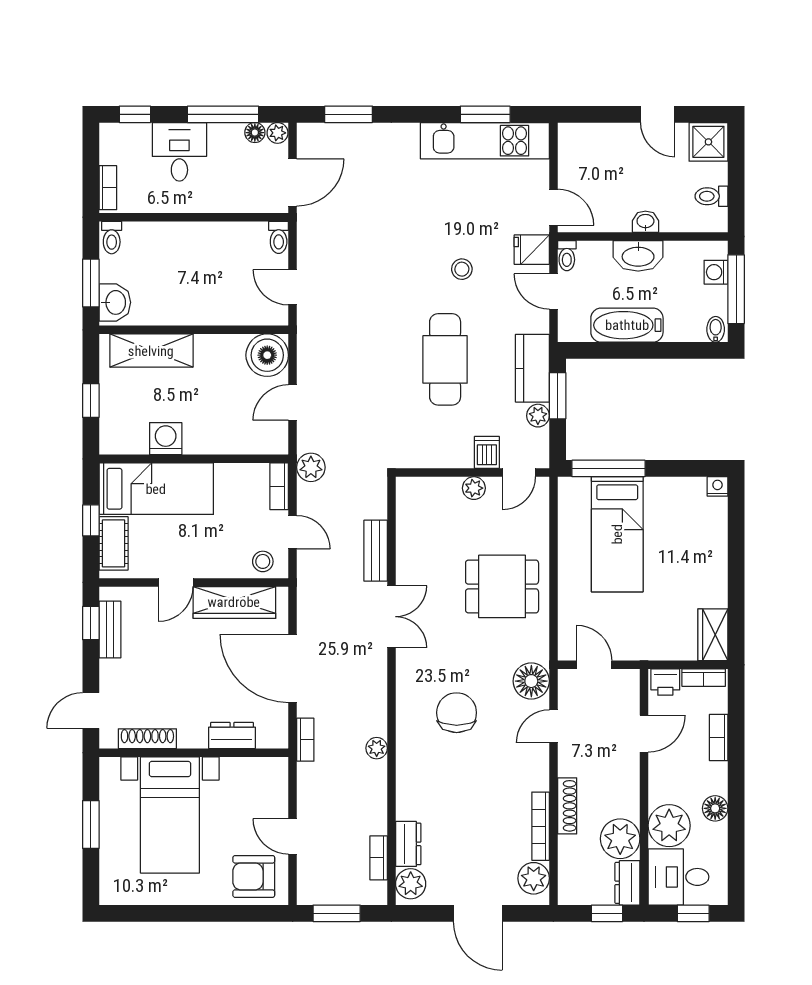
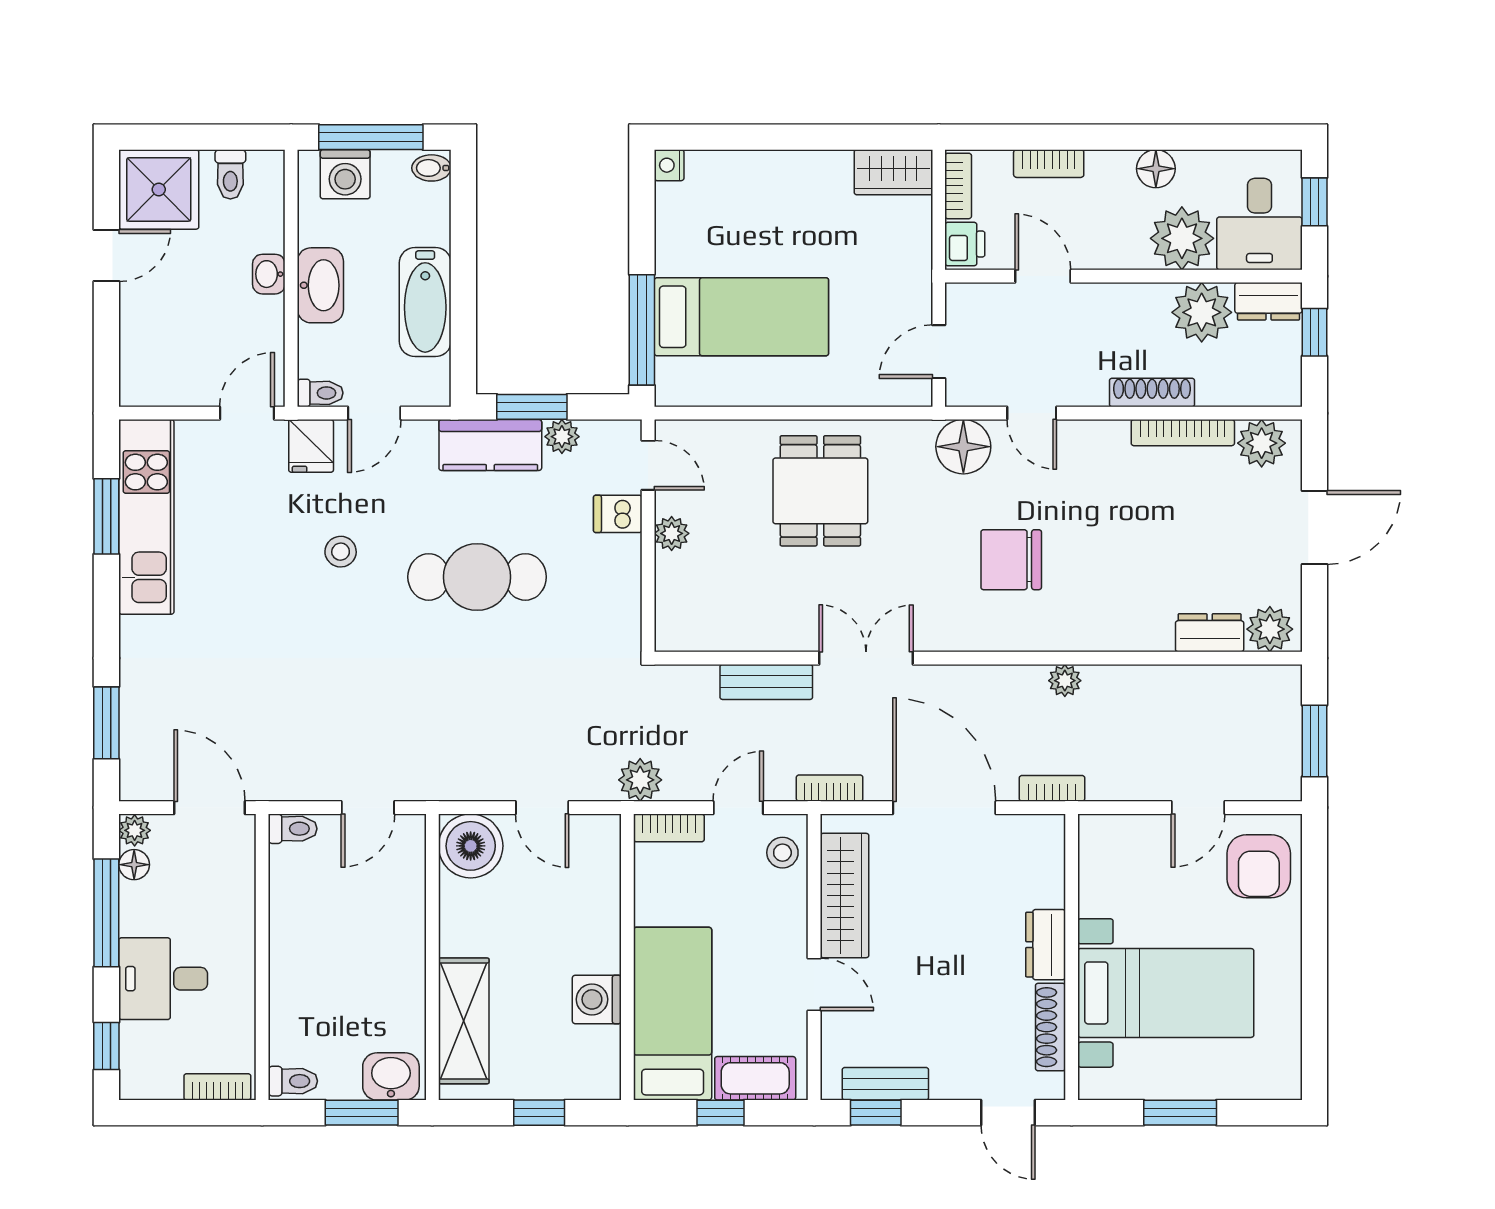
shower: (708, 142) -> (159, 189), width x1.36, depth x1.36
washing machine: (716, 272) -> (345, 174), width x1.38, depth x1.38
door: (293, 668) -> (944, 808), swing flipped
dresser: (232, 735) -> (1046, 945), moved
bookcase: (379, 858) -> (830, 788), moved, turned 180

